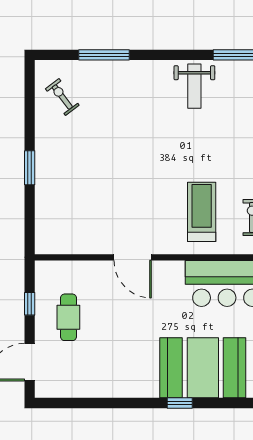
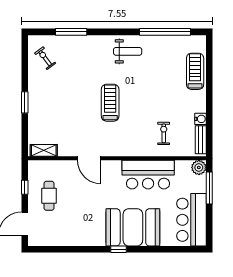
weight bench: (194, 86) -> (128, 51), turned -90
treadmill: (202, 212) -> (110, 103), moved
shelving: (60, 245) -> (44, 150), added

